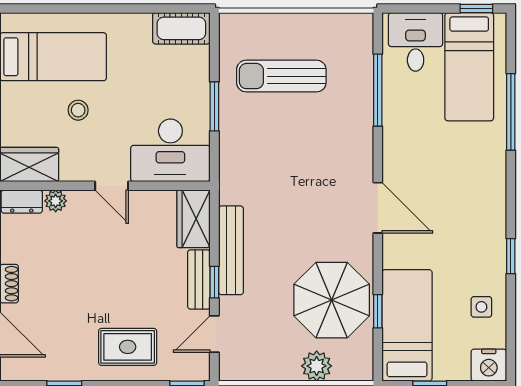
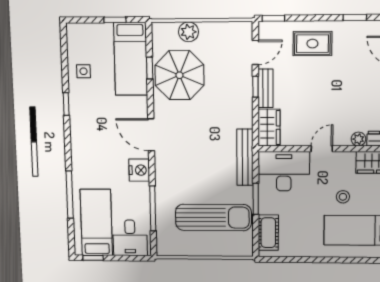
cot: (181, 28) -> (268, 233), moved, turned 90
sun lounger: (281, 76) -> (213, 217), width x1.36, depth x1.34
door: (112, 186) -> (322, 149), hinge flipped
bench: (231, 250) -> (245, 157), moved
nightstand: (489, 365) -> (139, 170), moved, turned 90

